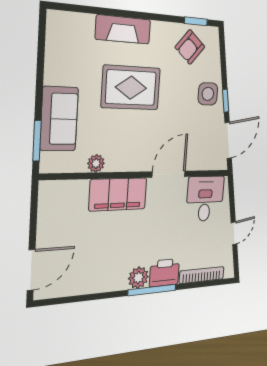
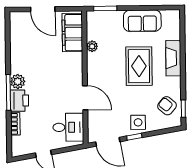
sofa: (59, 119) -> (142, 21), moved
filing cabinet: (118, 194) -> (72, 33), moved
door: (31, 270) -> (43, 9), moved
bookcase: (202, 275) -> (15, 124), width x0.64

